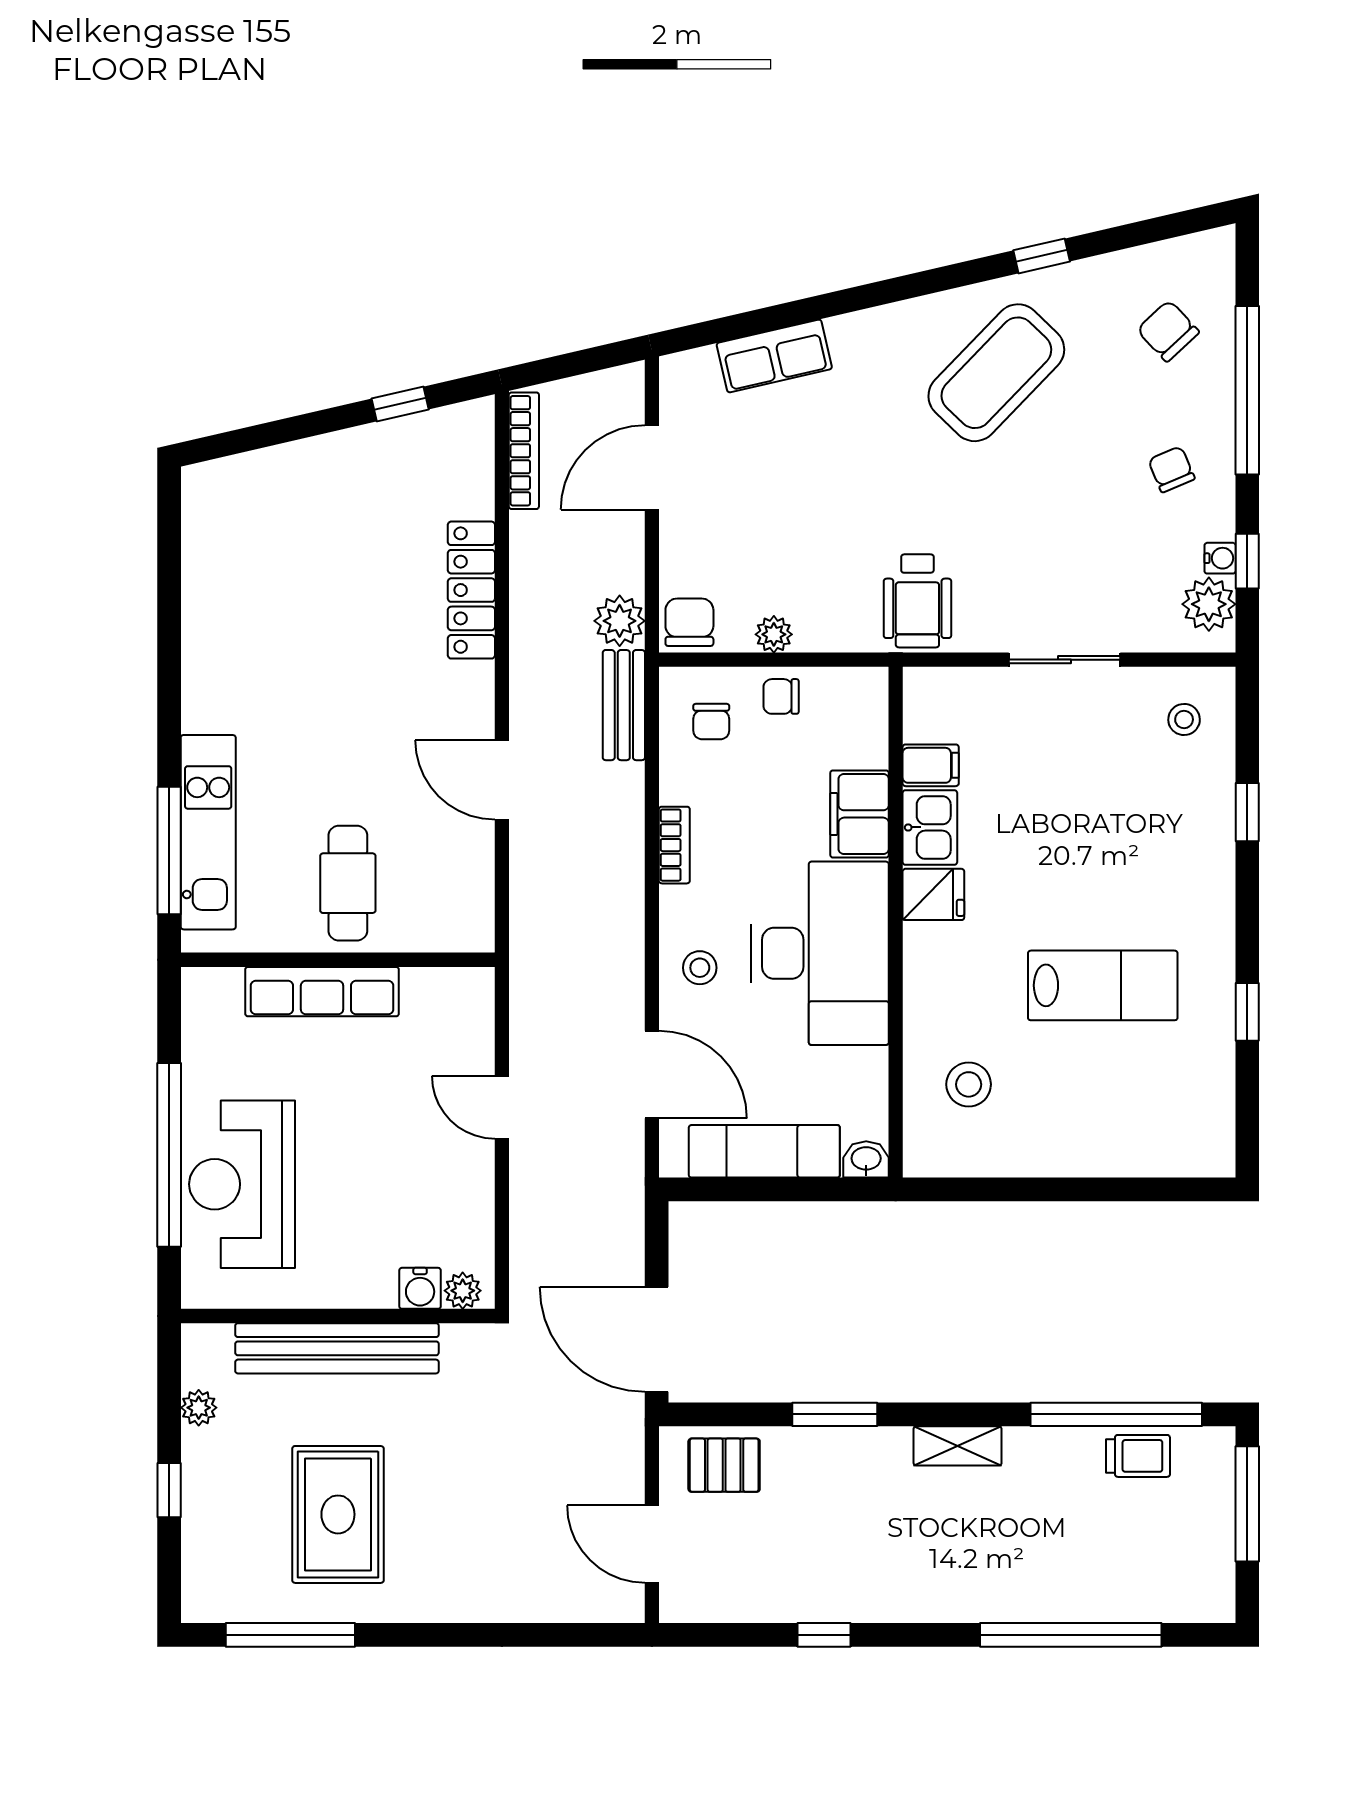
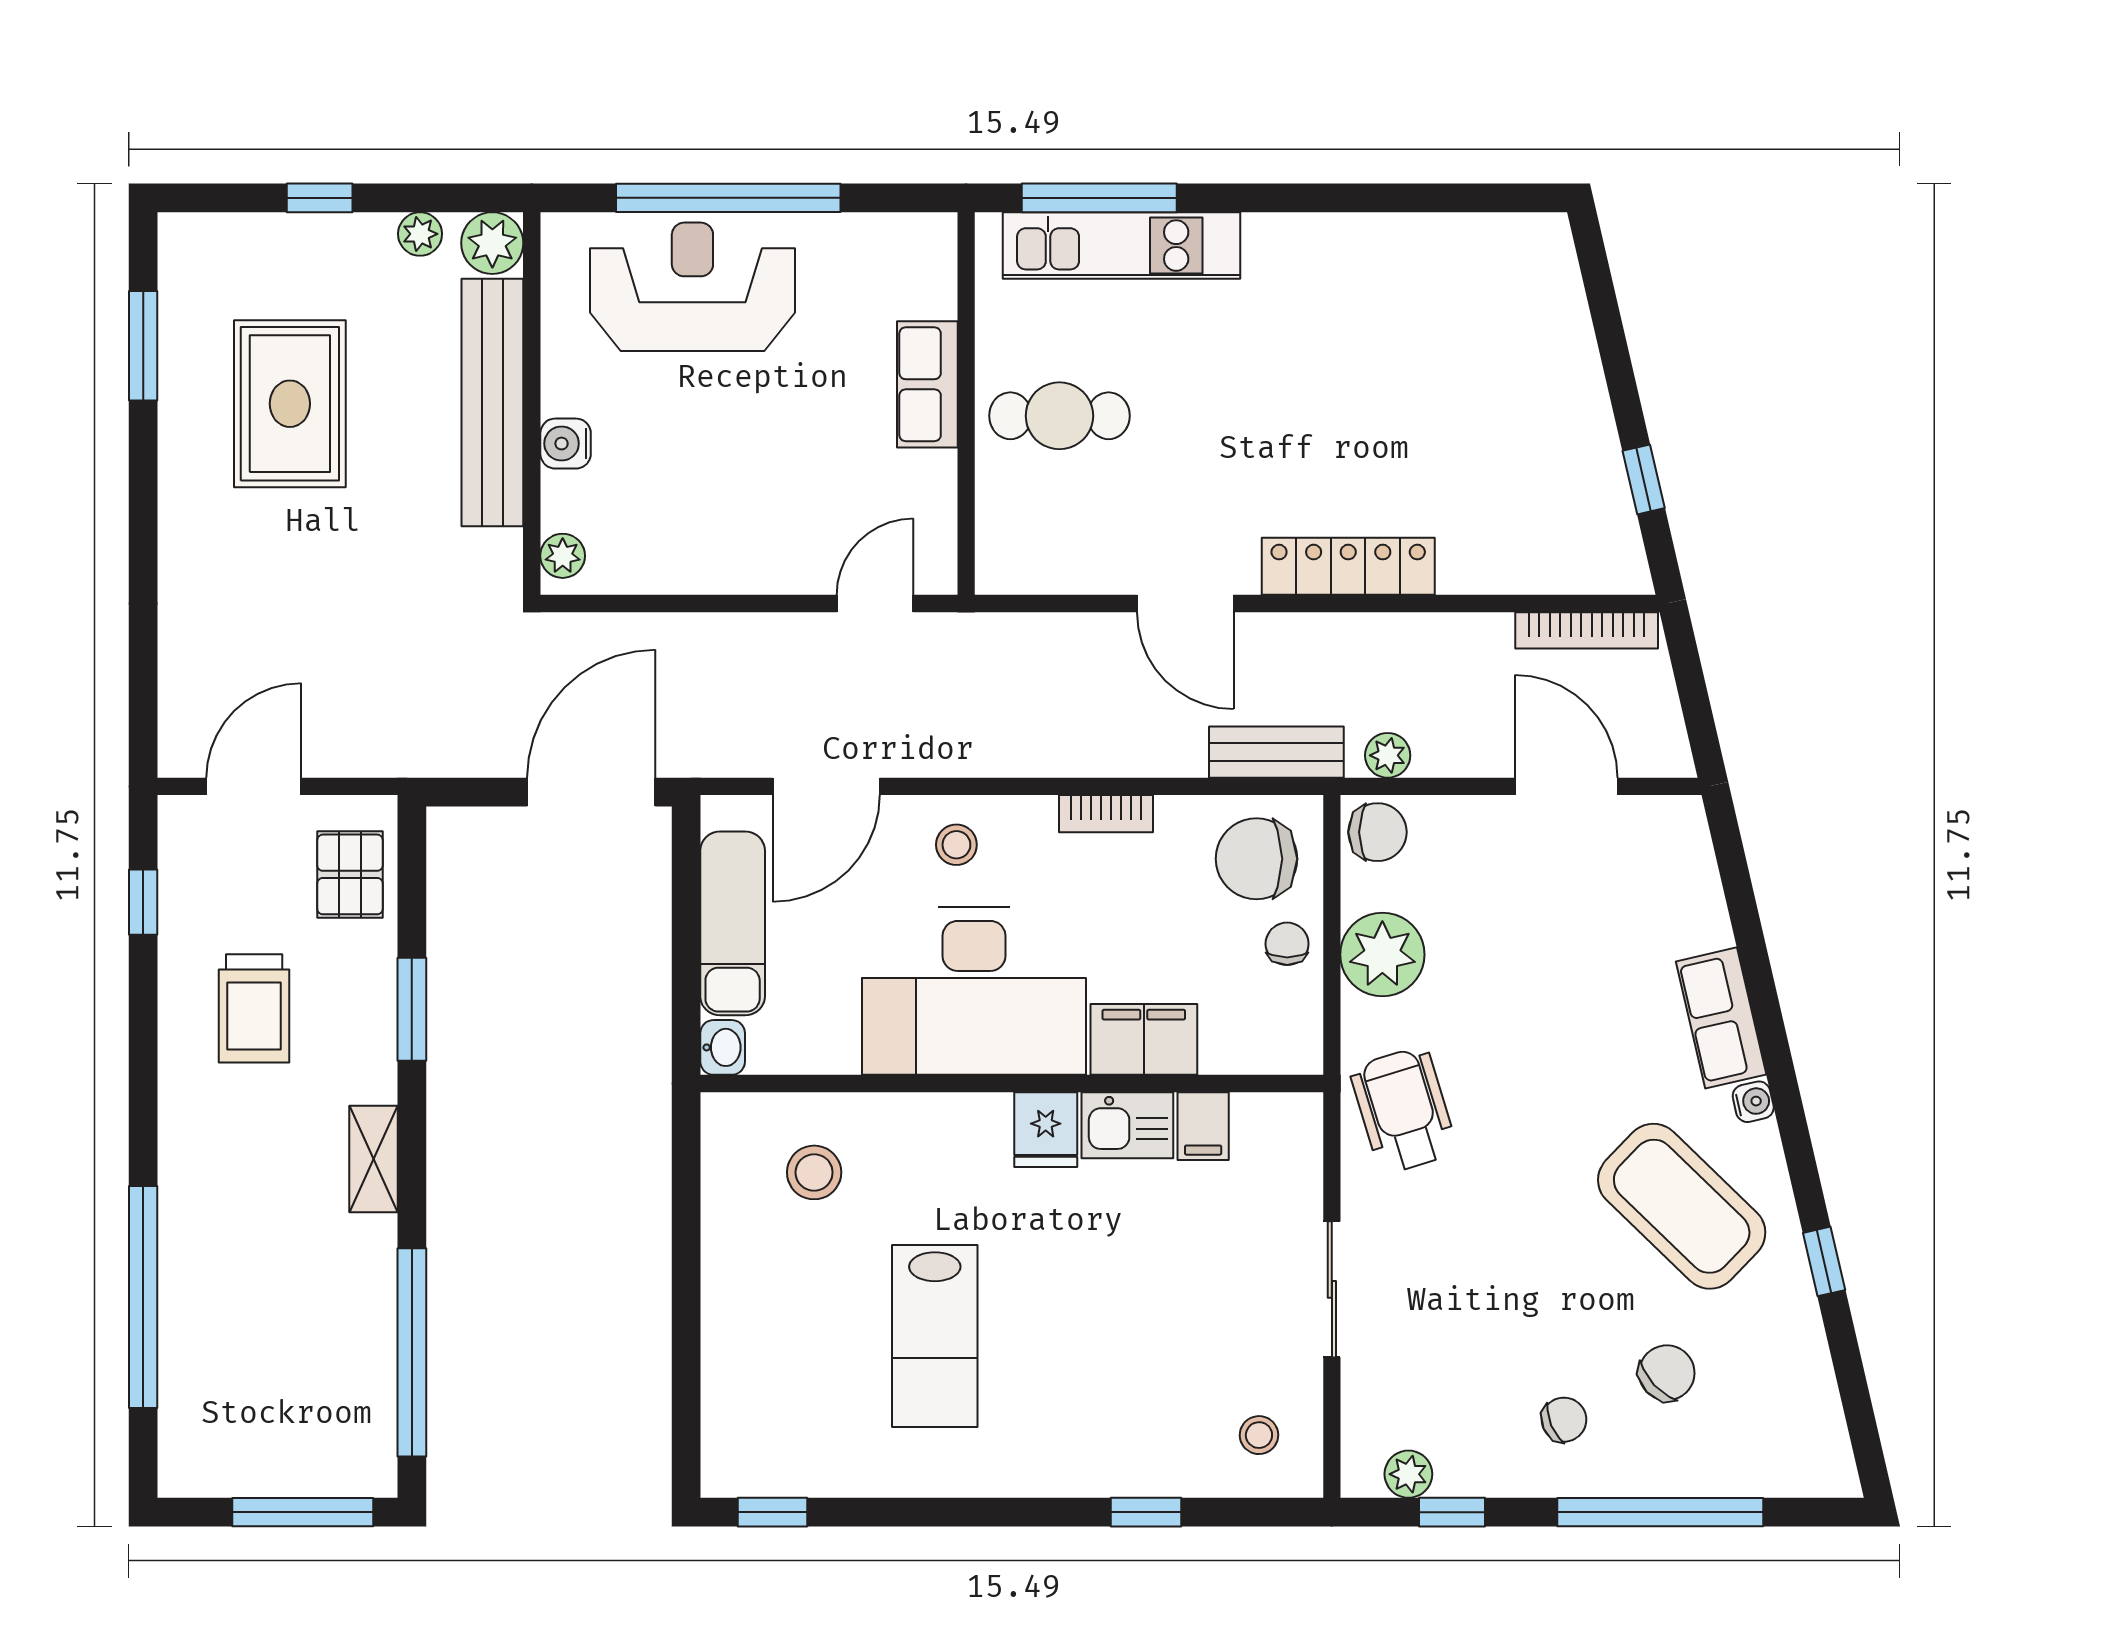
chair: (1168, 331) -> (1667, 1373), moved
row of seats: (774, 356) -> (1721, 1018), moved
water cooler: (1220, 558) -> (1753, 1102), moved, turned -103
locker: (471, 590) -> (1348, 566), moved
wheelchair: (917, 601) -> (1404, 1110), turned 73
plant: (1209, 604) -> (1408, 1474), width x0.73, depth x0.73
plant: (620, 621) -> (1388, 755), width x0.73, depth x0.73
plant: (774, 634) -> (1382, 955), width x1.88, depth x1.88
chair: (711, 722) -> (1256, 859), width x1.87, depth x1.87
door: (502, 780) -> (1185, 604), swing flipped
row of seats: (322, 992) -> (927, 384), width x0.68
window: (1247, 1012) -> (772, 1512), moved
door: (502, 1107) -> (875, 604), moved
water cooler: (420, 1288) -> (566, 444), moved
door: (657, 1339) -> (591, 792), moved
plant: (206, 1348) -> (492, 243), added
trolley: (1138, 1456) -> (254, 1008), moved, width x1.36, depth x1.39
rug: (338, 1514) -> (290, 404), turned 90
window: (290, 1635) -> (143, 346), width x0.69
window: (824, 1635) -> (143, 902), moved

